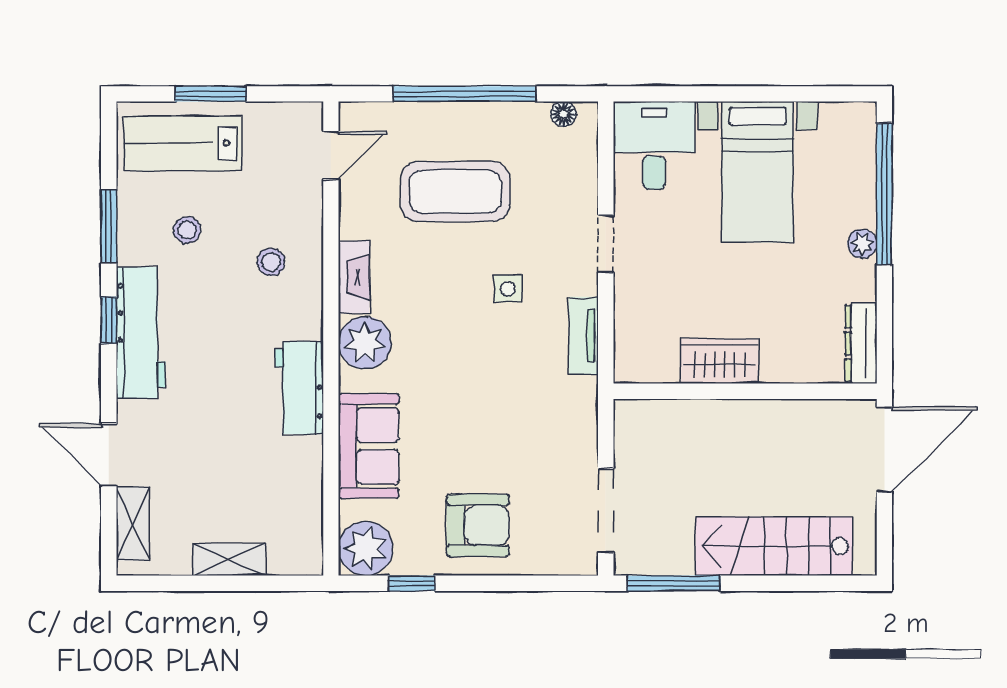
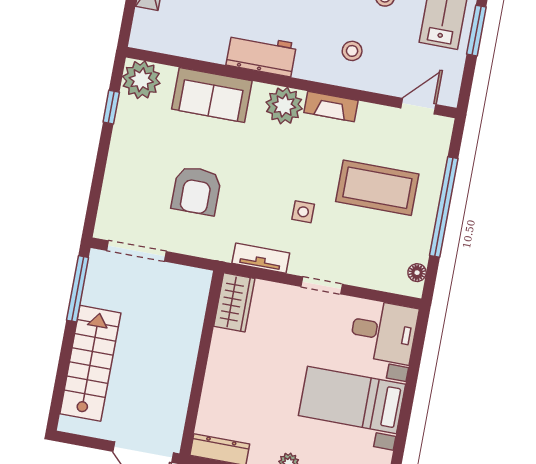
door: (331, 155) -> (418, 106), swing flipped
coffee table: (455, 191) -> (377, 188), turned 90
wardrobe: (720, 361) -> (234, 302), moved
armchair: (478, 525) -> (196, 191), moved

